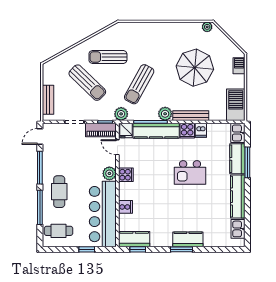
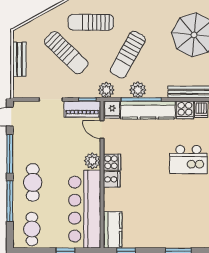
bench: (48, 100) -> (19, 59), moved
plant: (165, 114) -> (138, 90), moved
cooker: (126, 207) -> (112, 179), moved
cafe table: (58, 231) -> (32, 229), turned 90
kitchen counter: (134, 239) -> (113, 230), moved, turned 90
kitchen counter: (188, 239) -> (186, 239), removed

